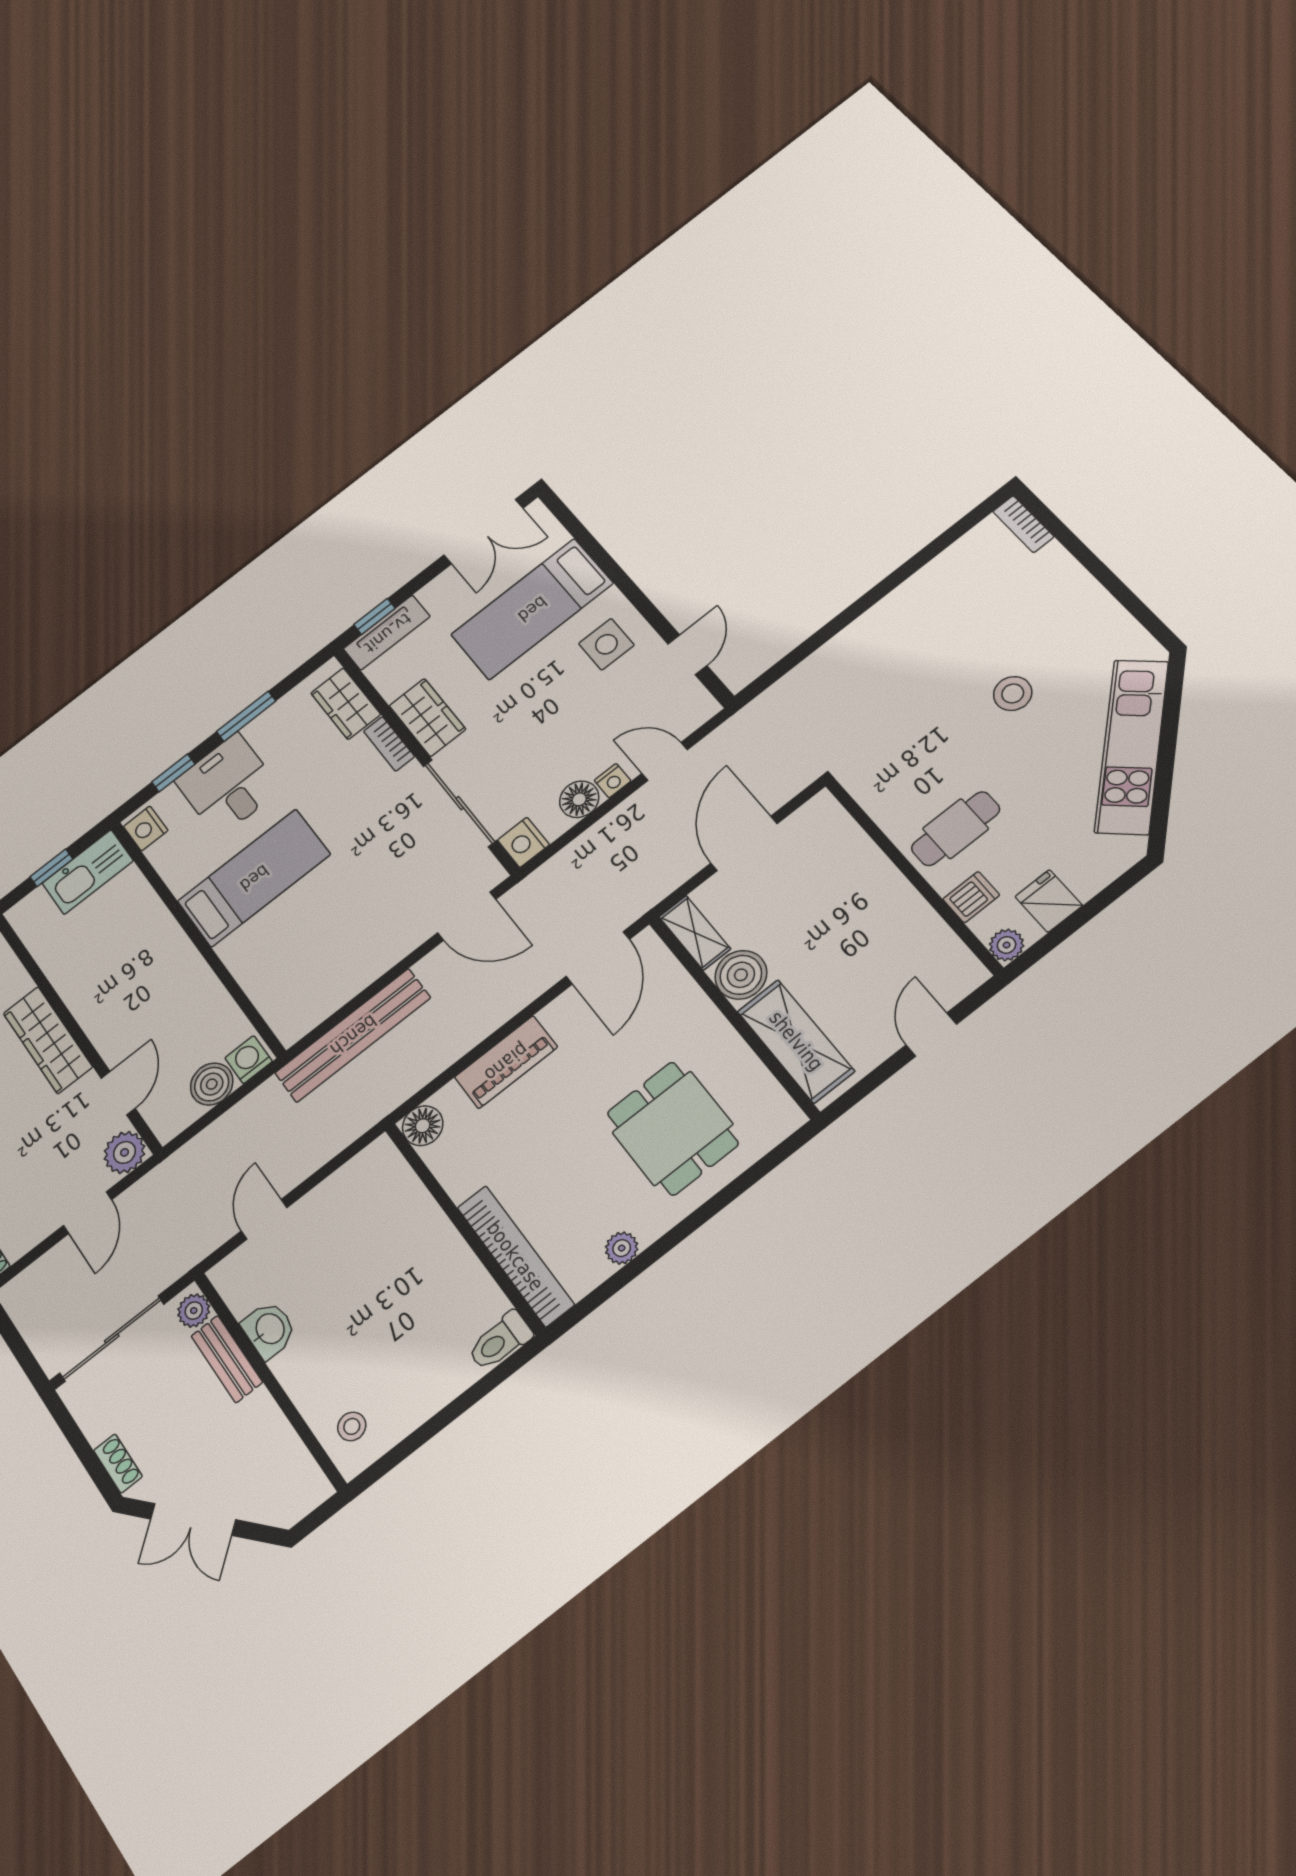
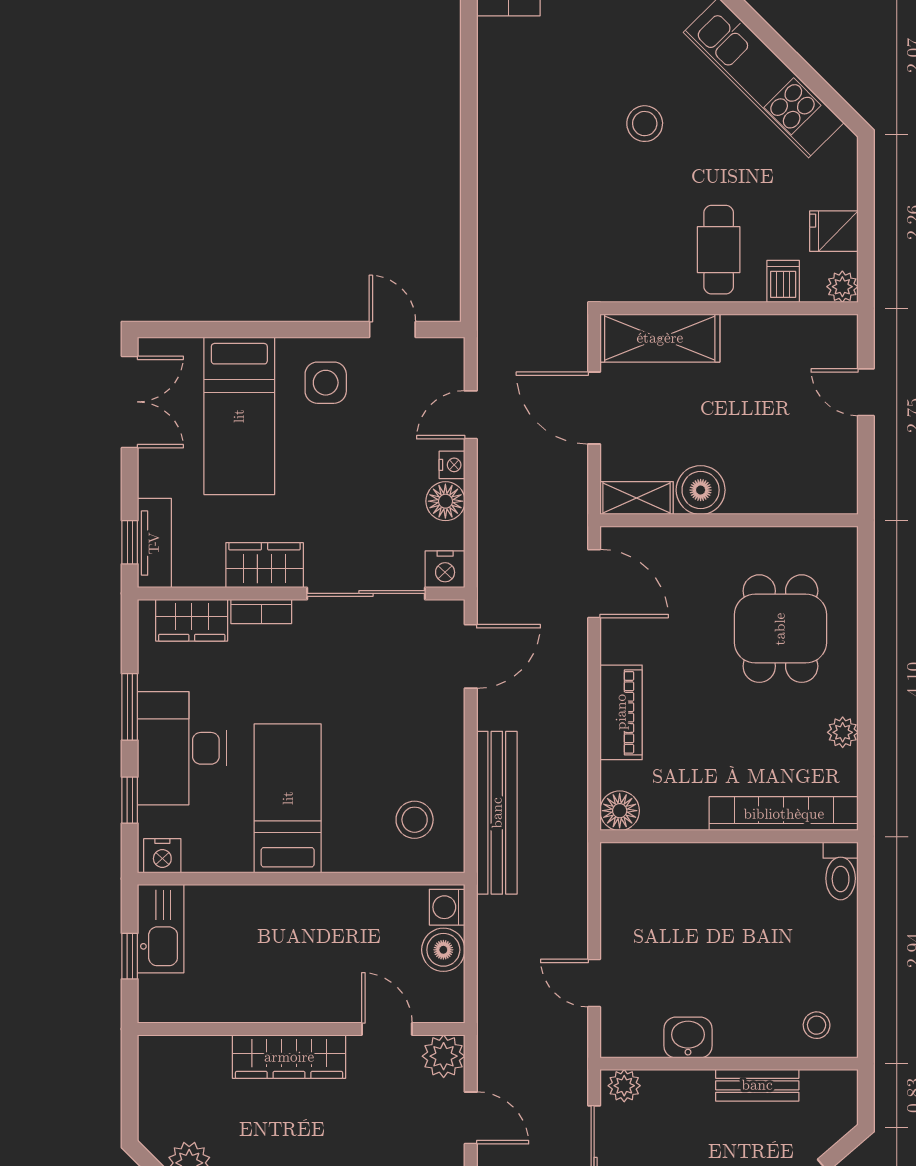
desk: (228, 785) -> (182, 748), width x1.37
stool: (303, 980) -> (415, 820), added
shelving: (796, 1041) -> (660, 338), moved
dining table: (673, 1128) -> (780, 629), turned 90
bench: (227, 1359) -> (757, 1085), moved

